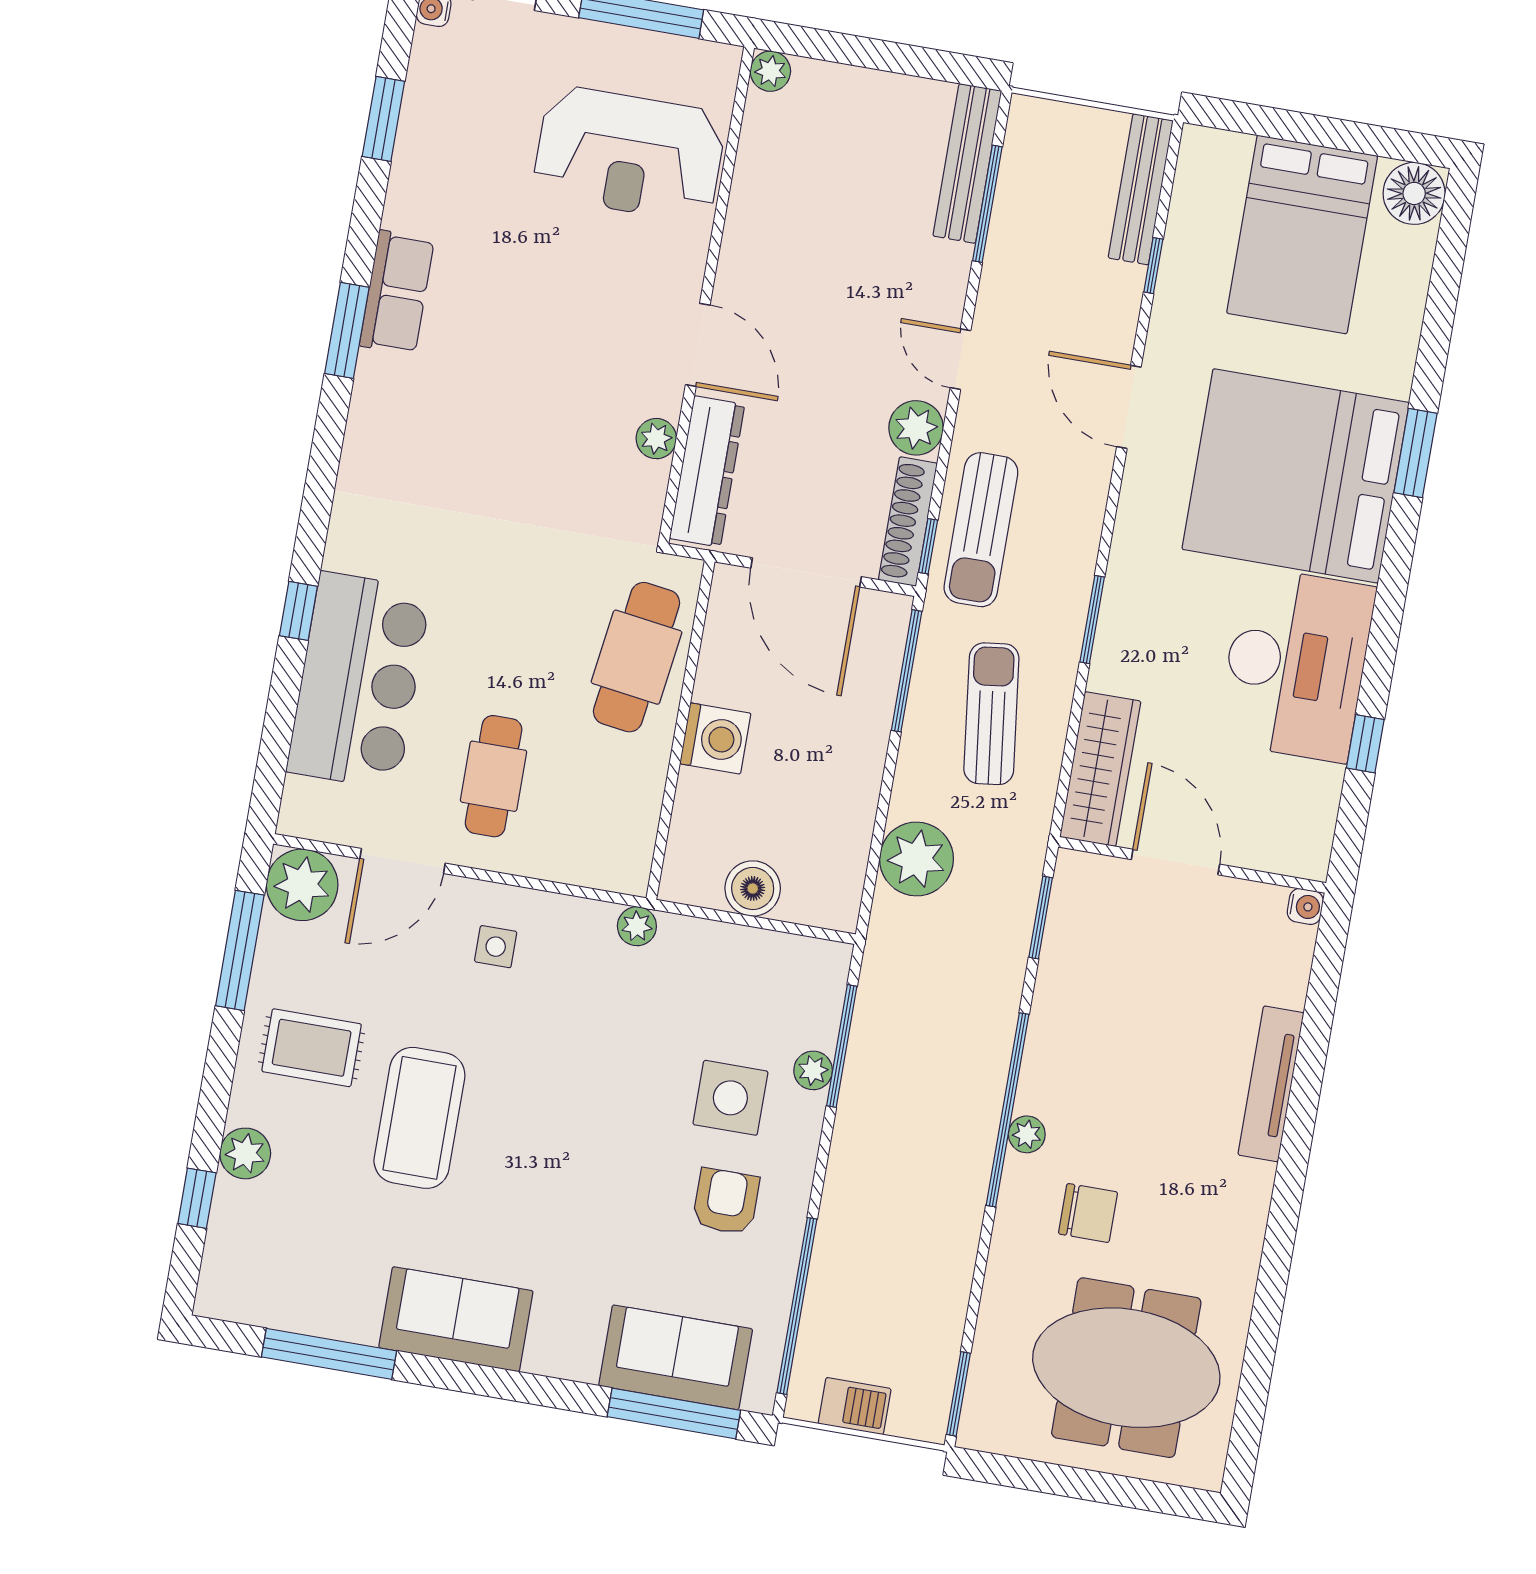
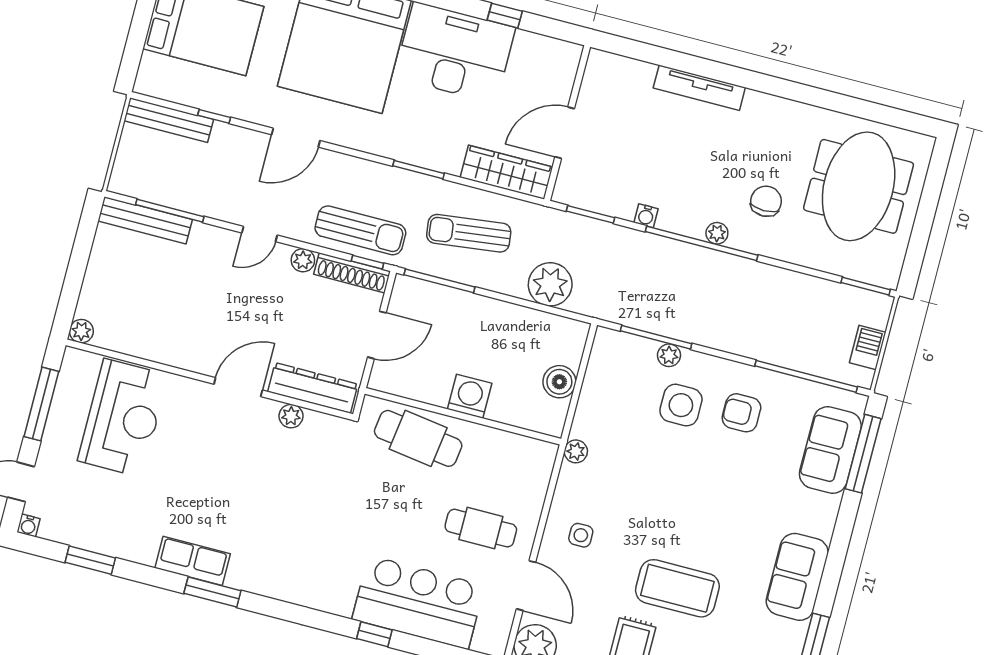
plant: (916, 428) -> (303, 260), width x0.73, depth x0.73
door: (806, 572) -> (377, 335), width x0.73
water cooler: (1305, 906) -> (646, 216), moved, turned 180

